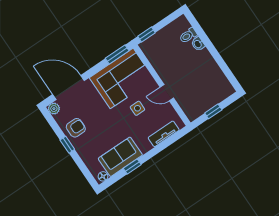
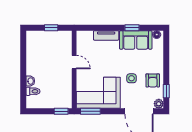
side table: (137, 108) -> (131, 78), moved
armchair: (76, 128) -> (153, 80), turned -90
tv unit: (164, 134) -> (106, 35), moved
window: (67, 145) -> (166, 91), moved

